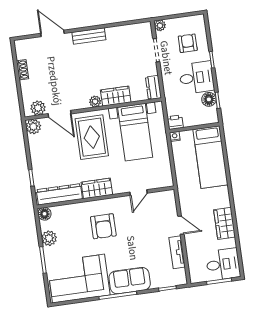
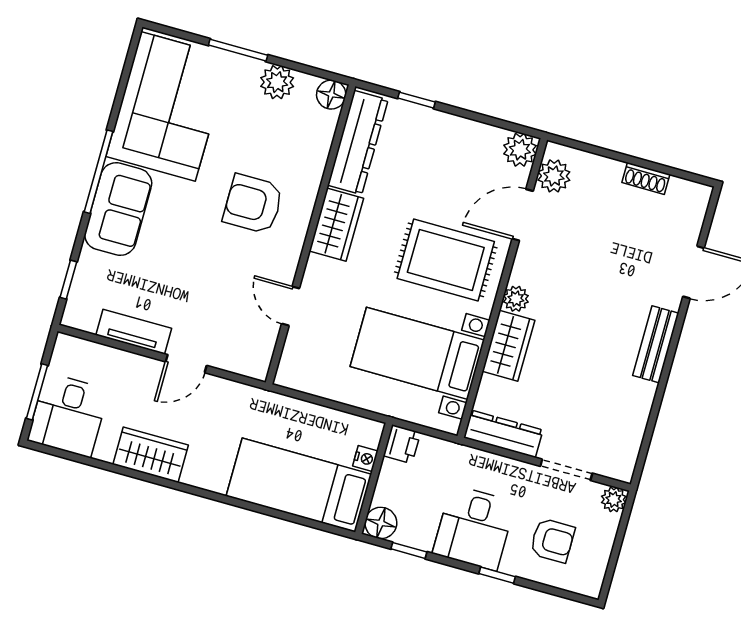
dresser: (153, 87) -> (503, 434), width x1.44
floor lamp: (209, 99) -> (381, 523), moved
nightstand: (175, 136) -> (365, 458), moved

